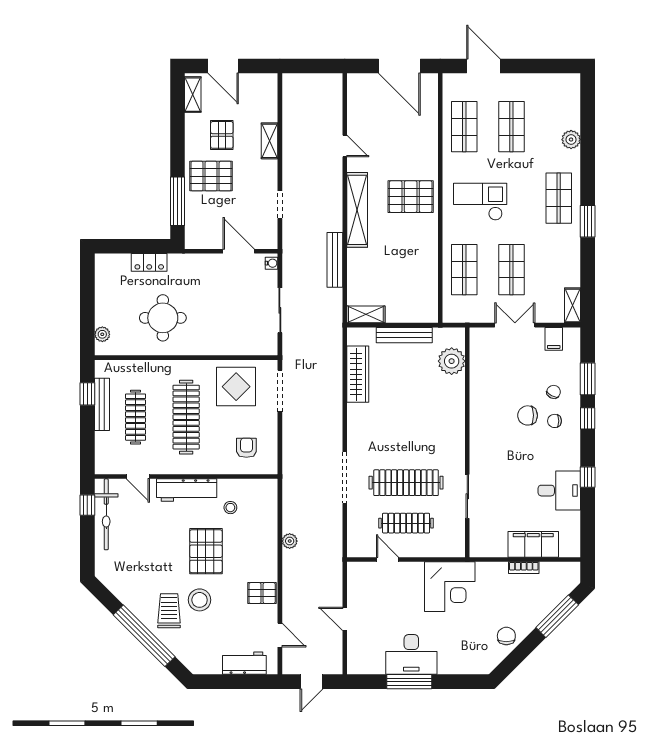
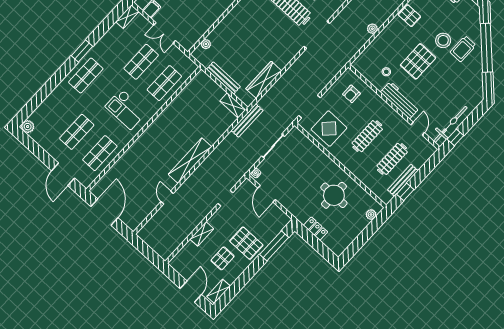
plant: (571, 140) -> (28, 127), moved
pallet: (411, 197) -> (158, 143), removed
bench: (335, 260) -> (247, 120), moved
plant: (452, 361) -> (206, 44), width x0.53, depth x0.53
clothes rail: (186, 417) -> (367, 136), width x0.73, depth x0.76

